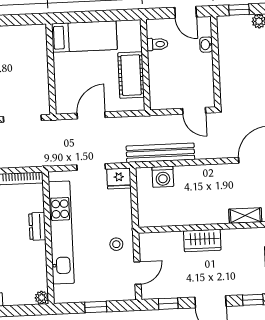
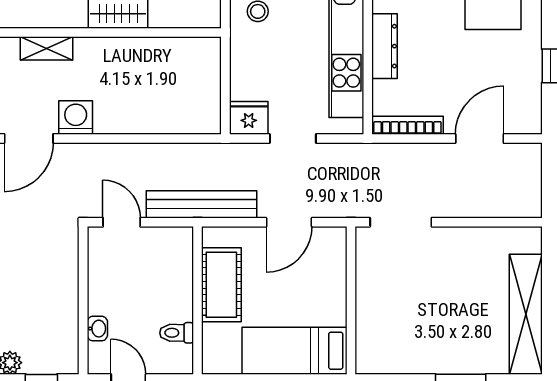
bench: (160, 153) -> (201, 204), moved
washing machine: (163, 177) -> (76, 117), moved
dresser: (37, 226) -> (385, 46), width x1.44

